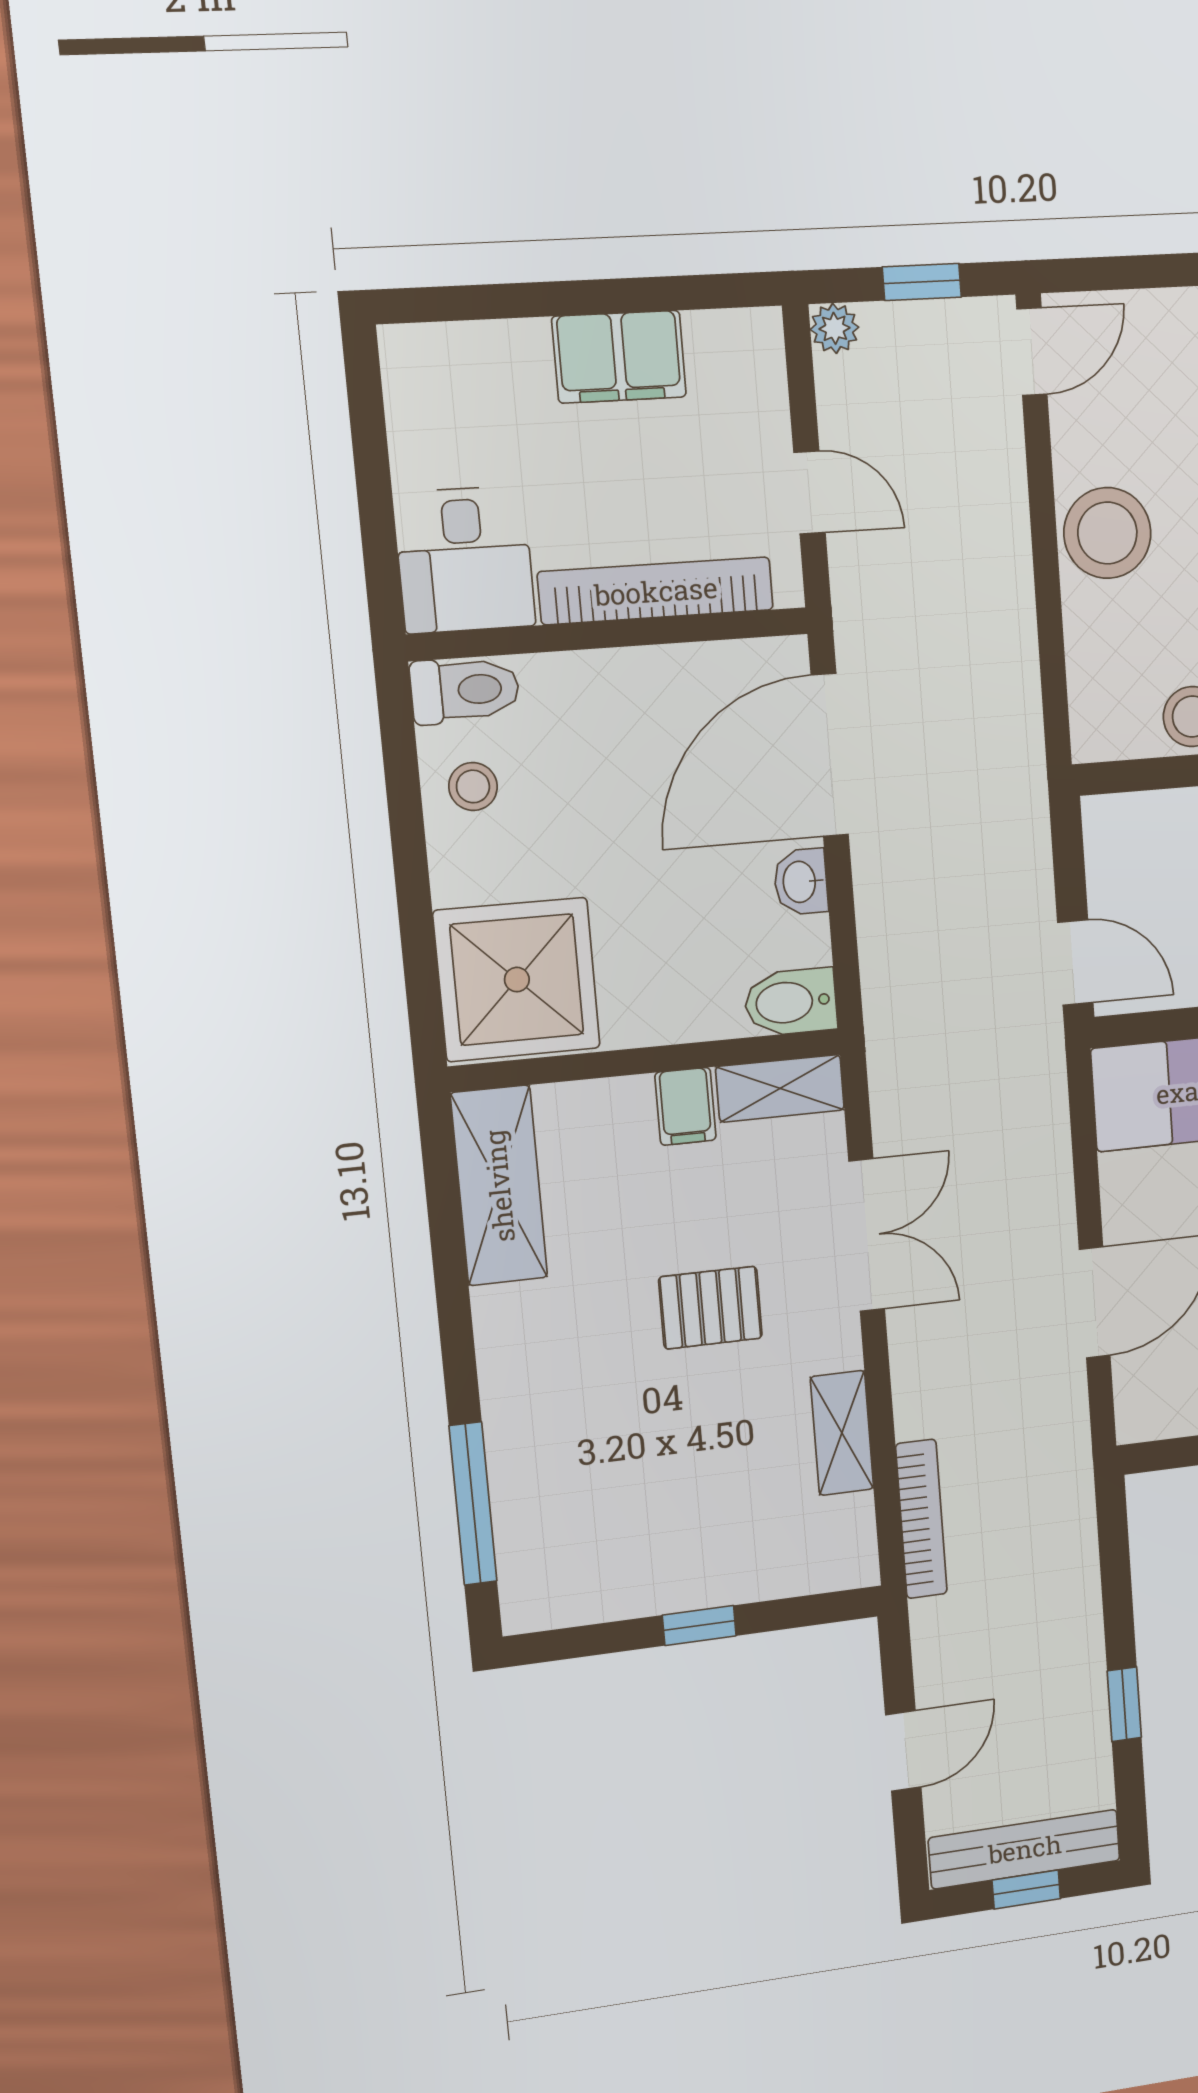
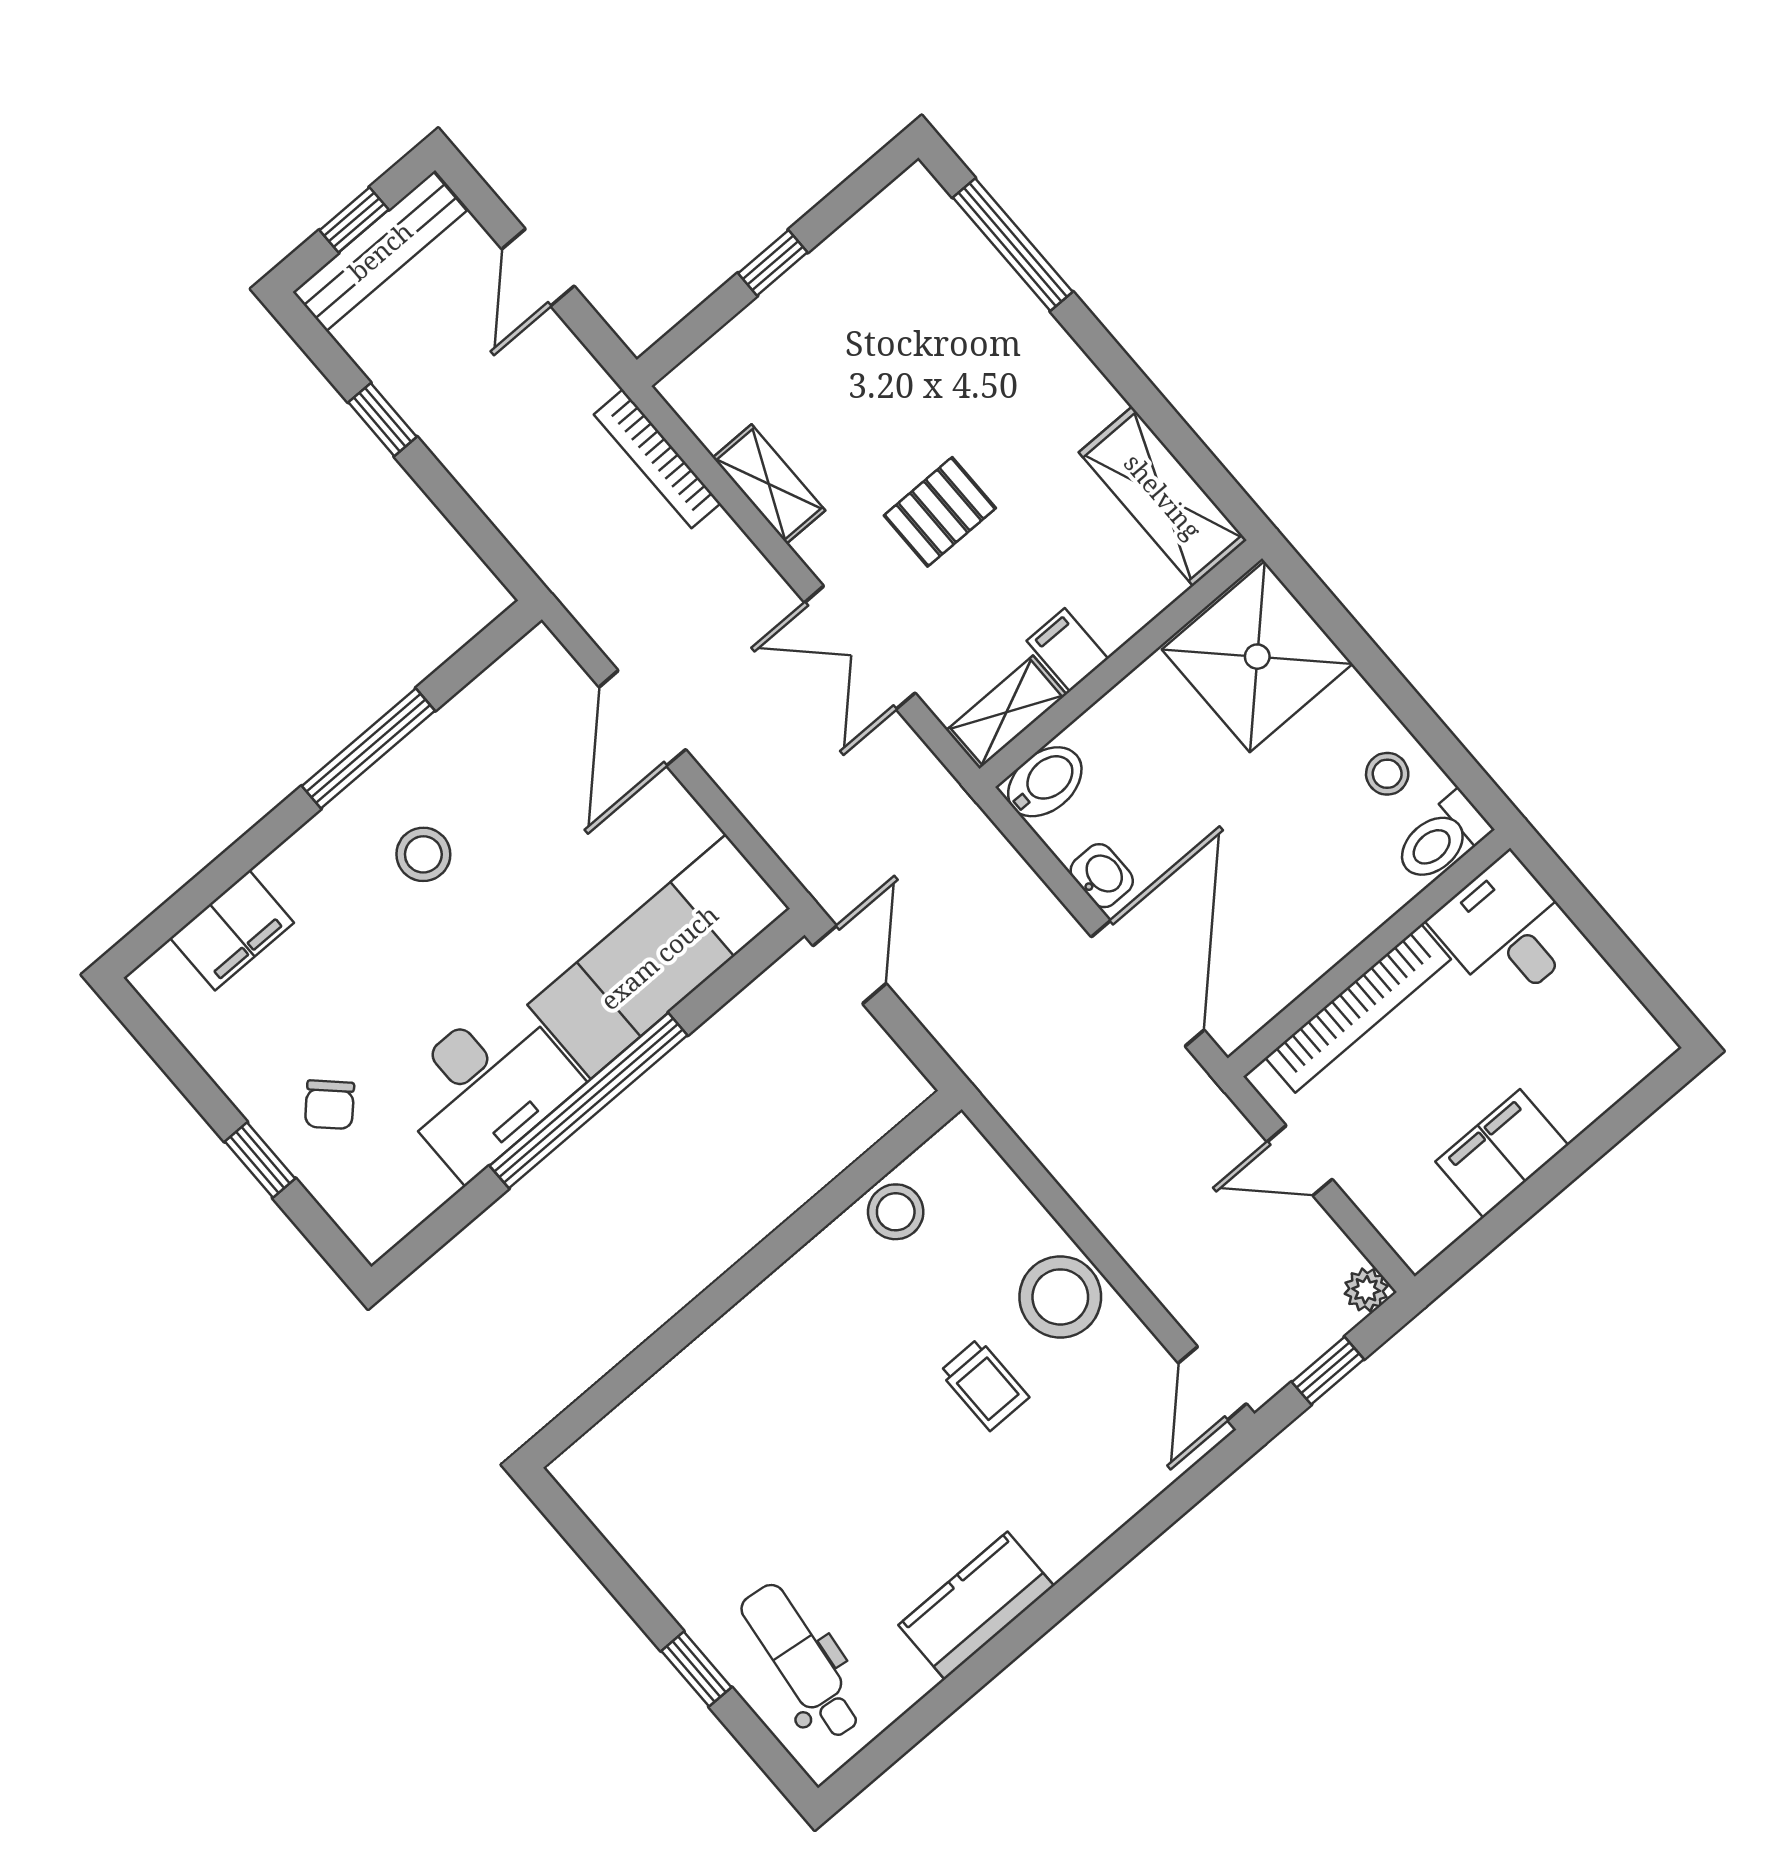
door: (1075, 962) -> (850, 965), swing flipped

